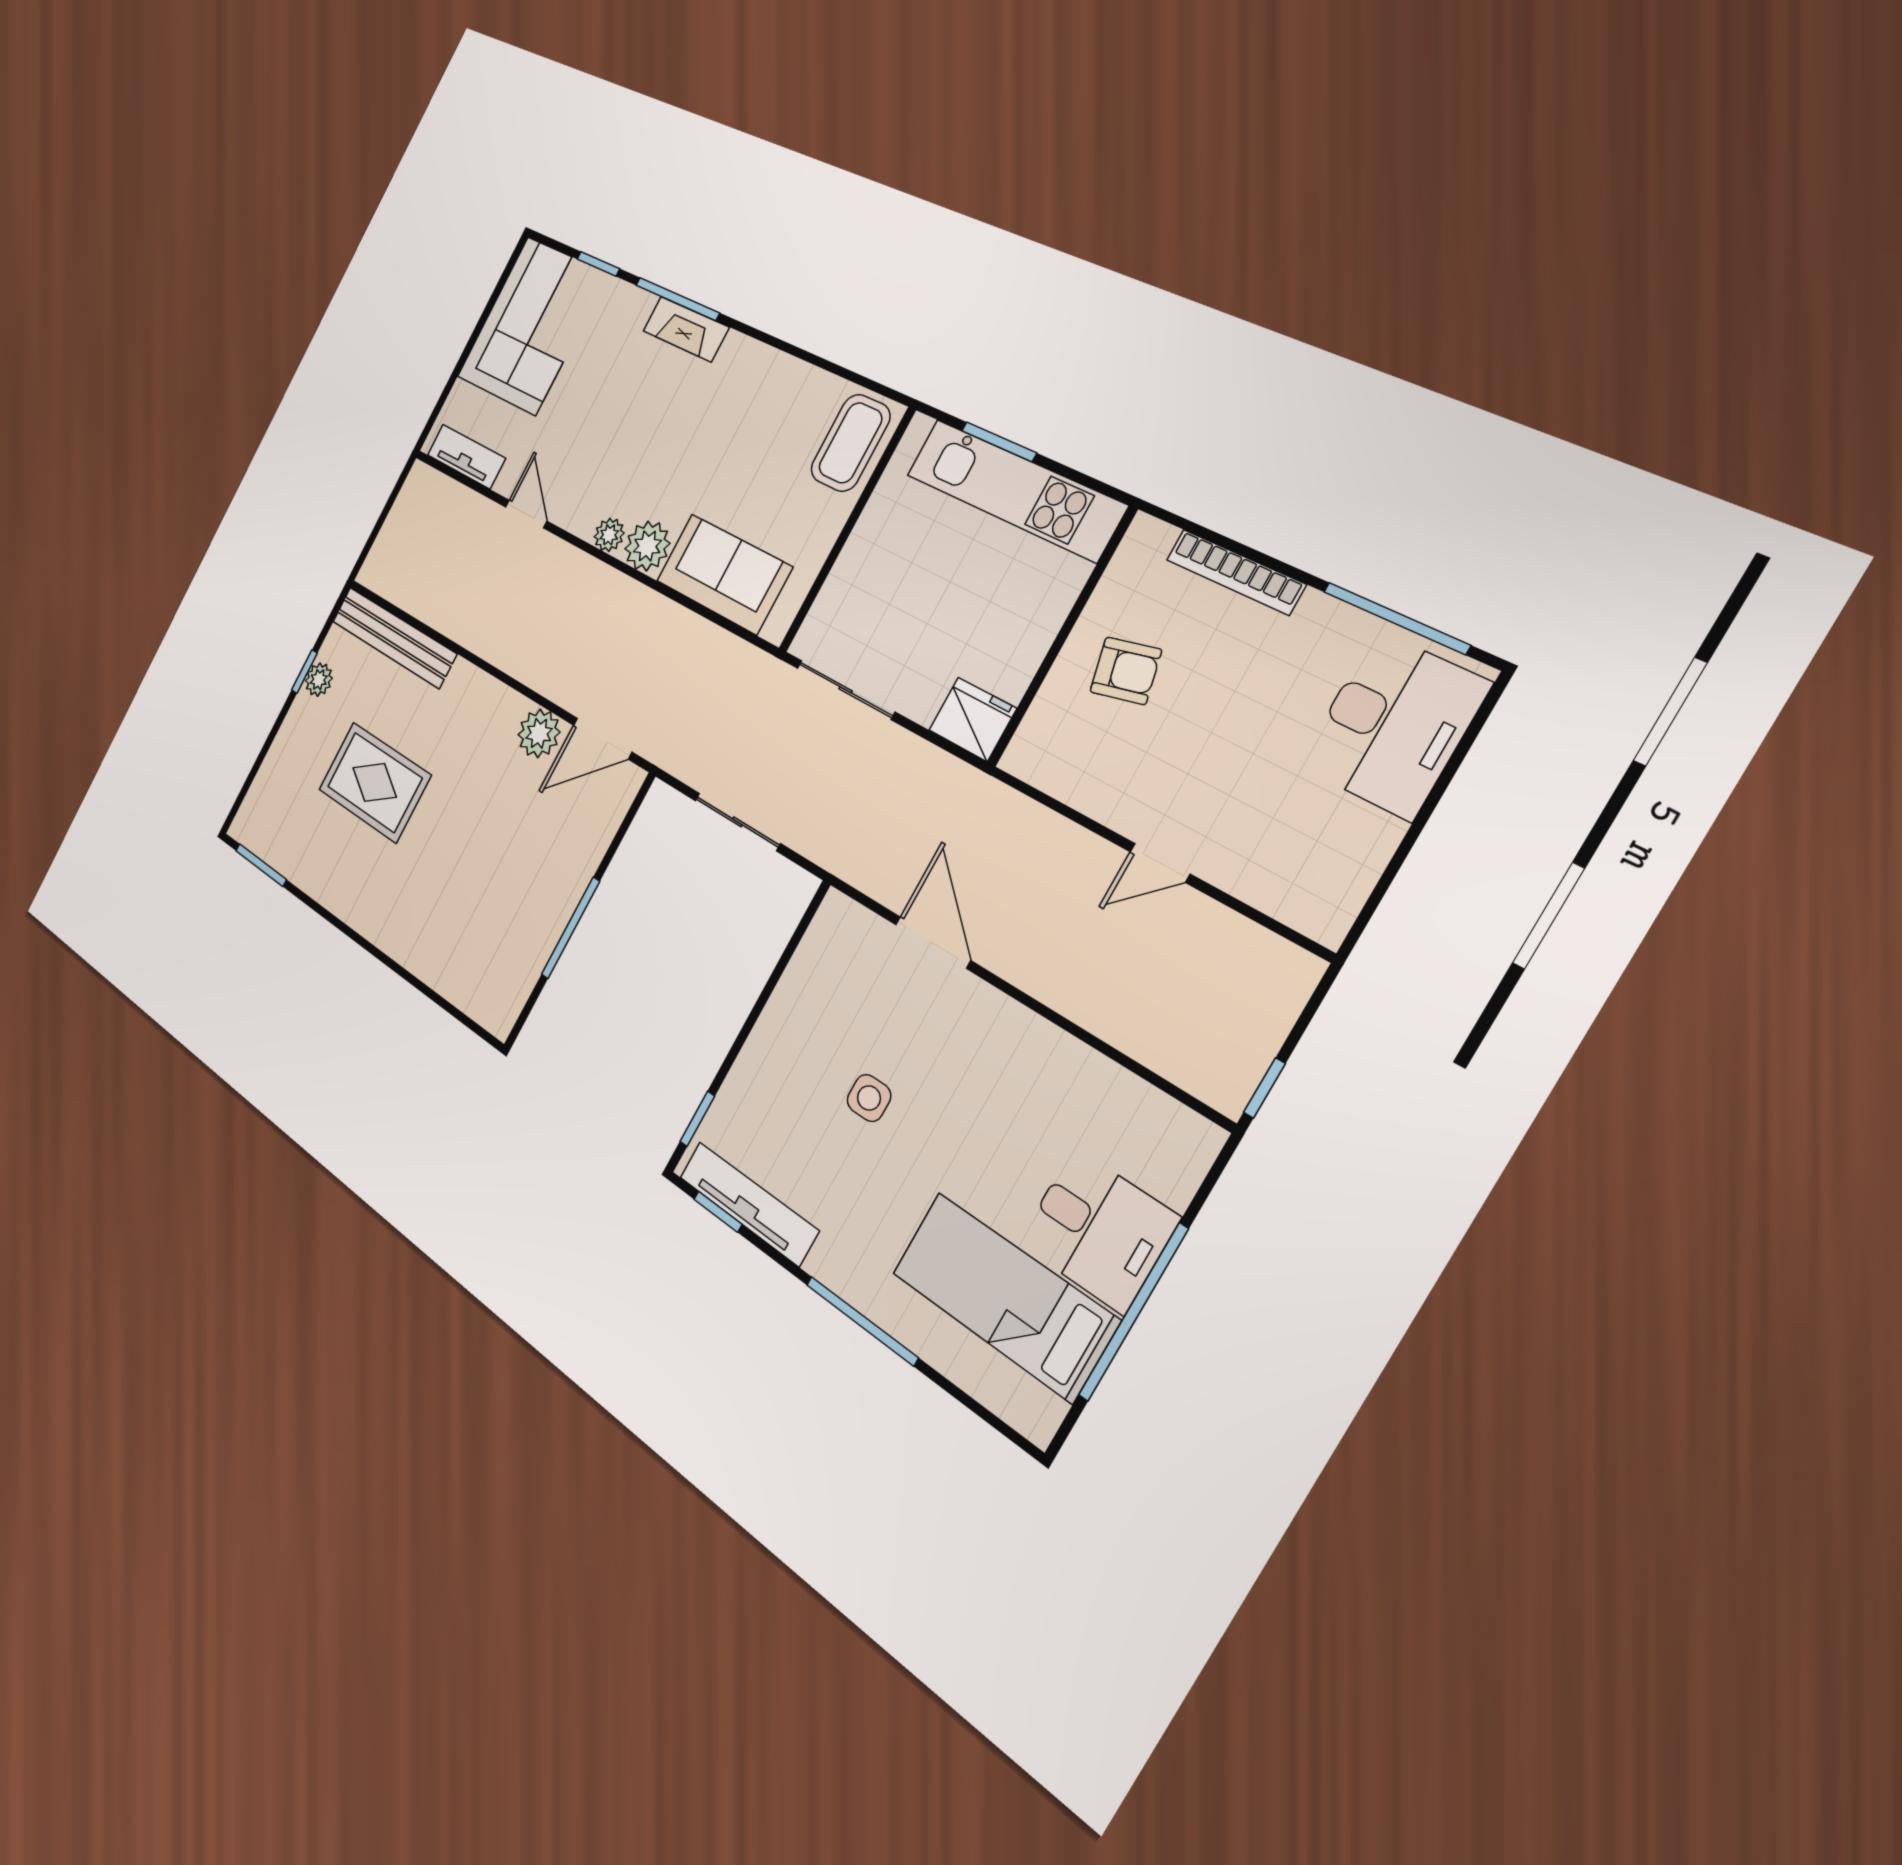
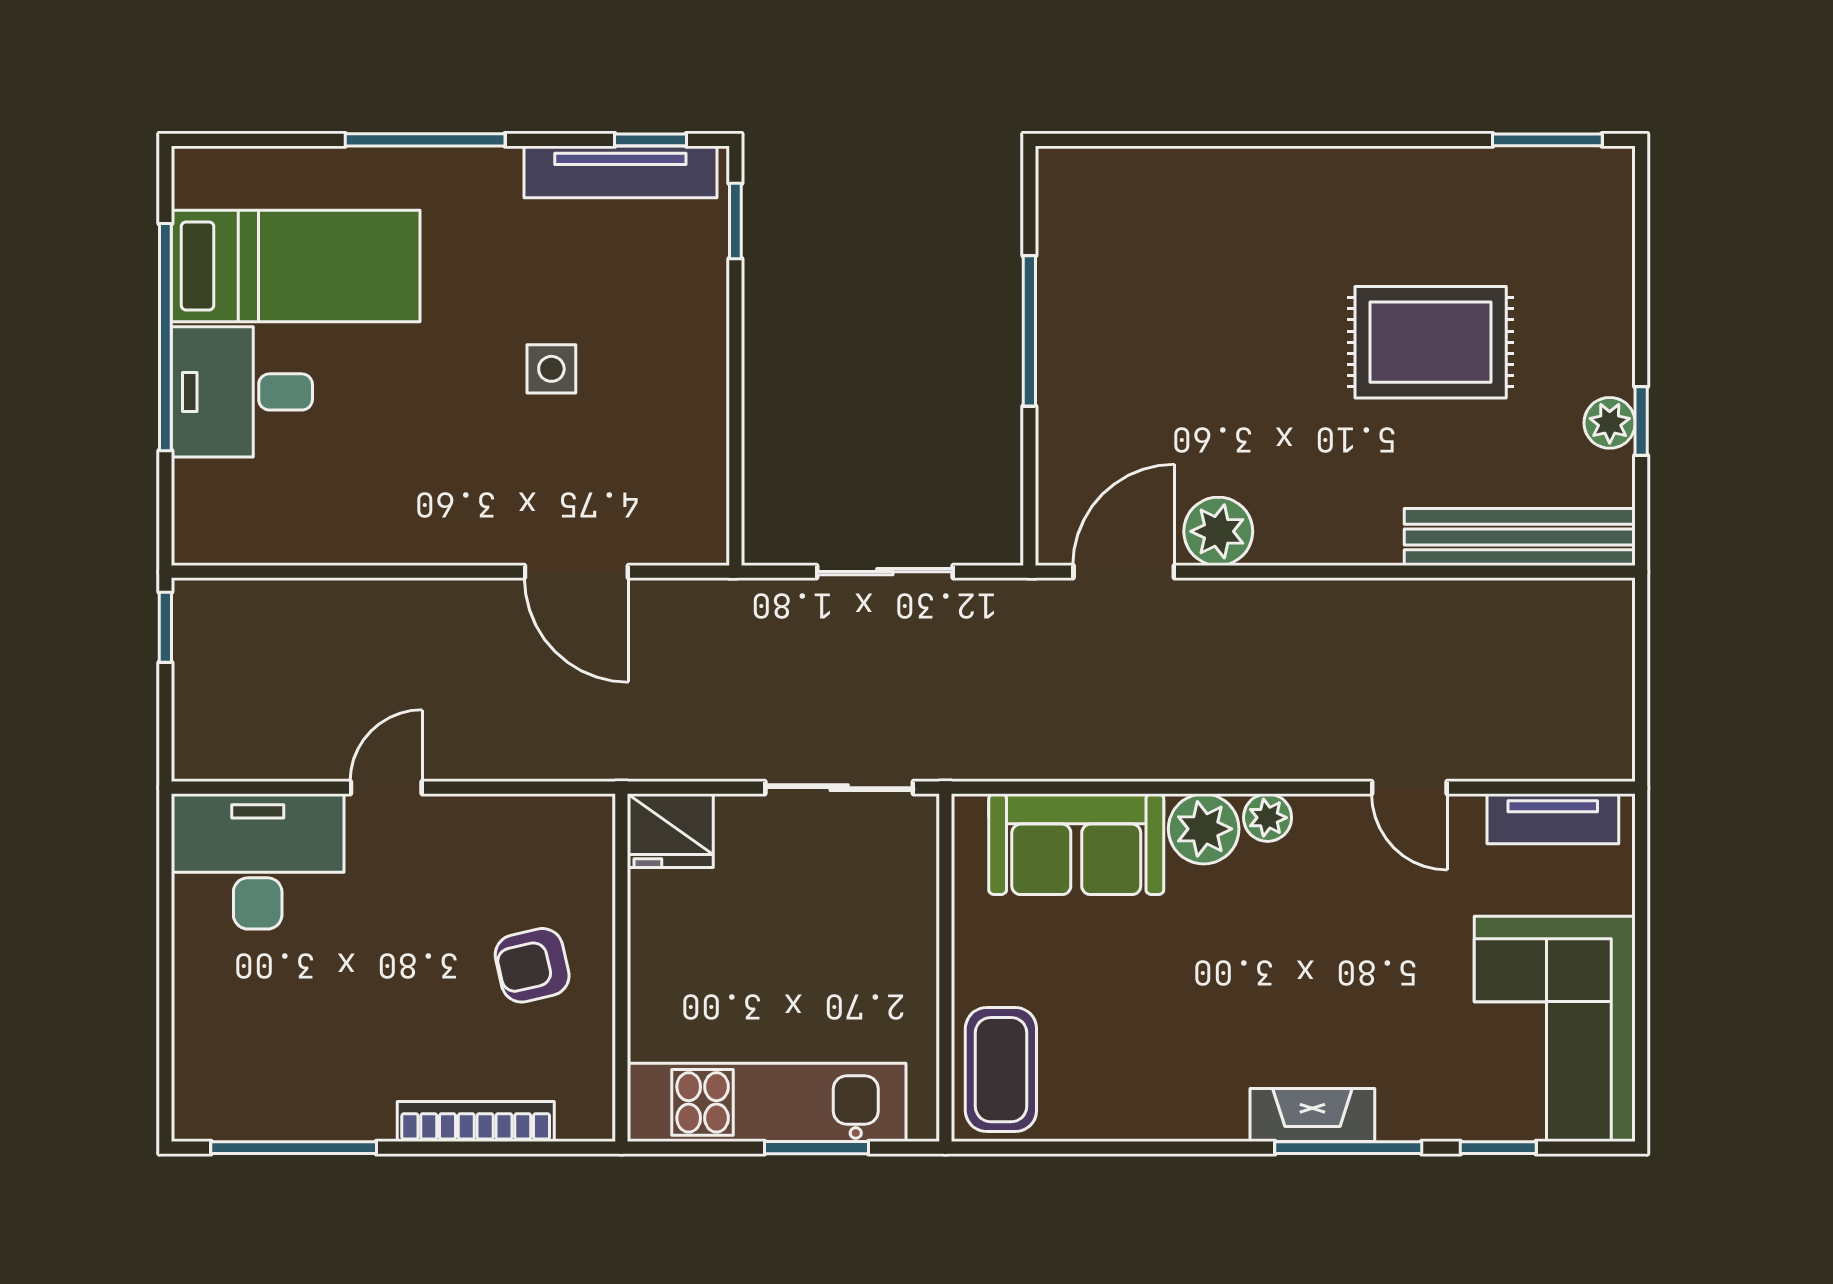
desk: (1394, 725) -> (258, 861), moved, turned 90

